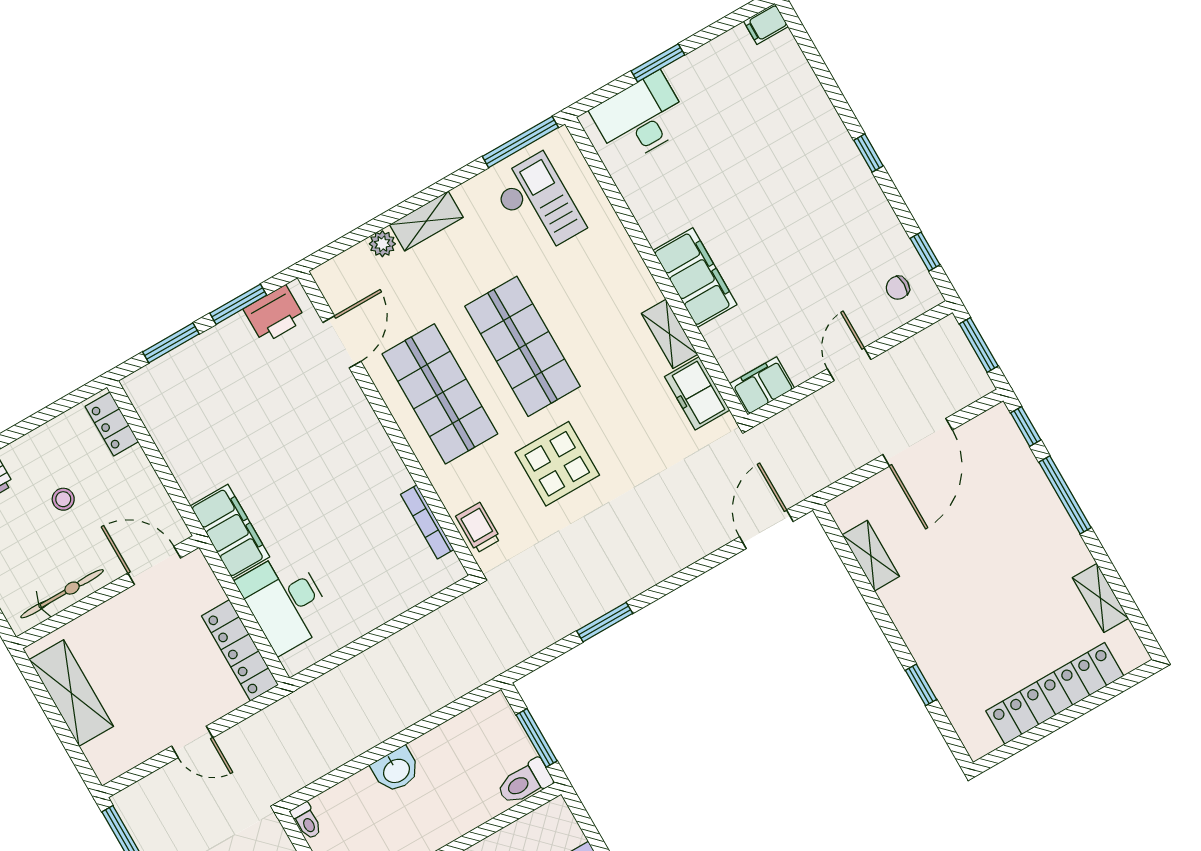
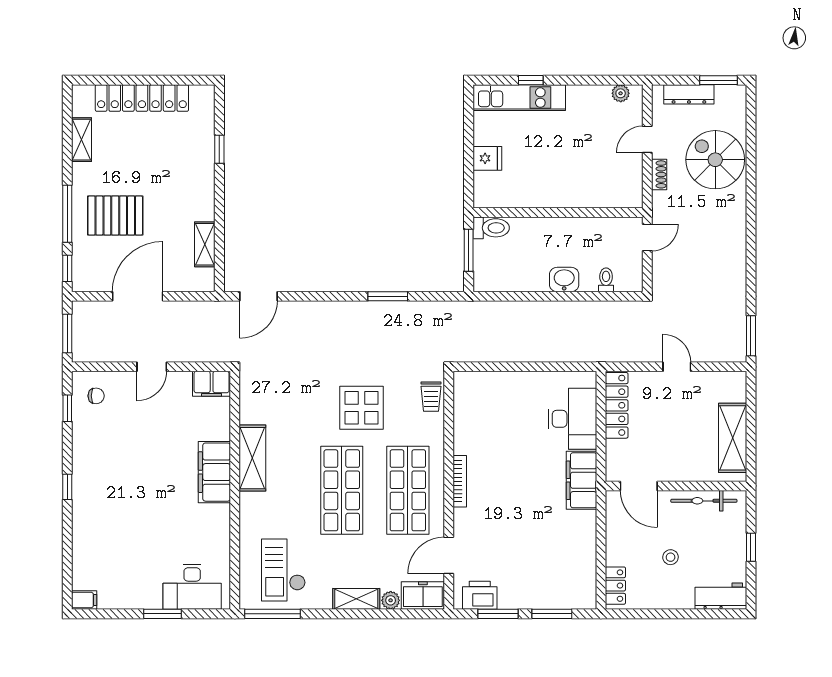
shelving: (670, 334) -> (252, 458), width x1.50, depth x1.33
freezer: (697, 393) -> (423, 596), moved, turned -90
bookcase: (427, 522) -> (460, 481), moved
pallet: (1004, 527) -> (115, 216), added
toilet: (307, 821) -> (606, 280), moved

